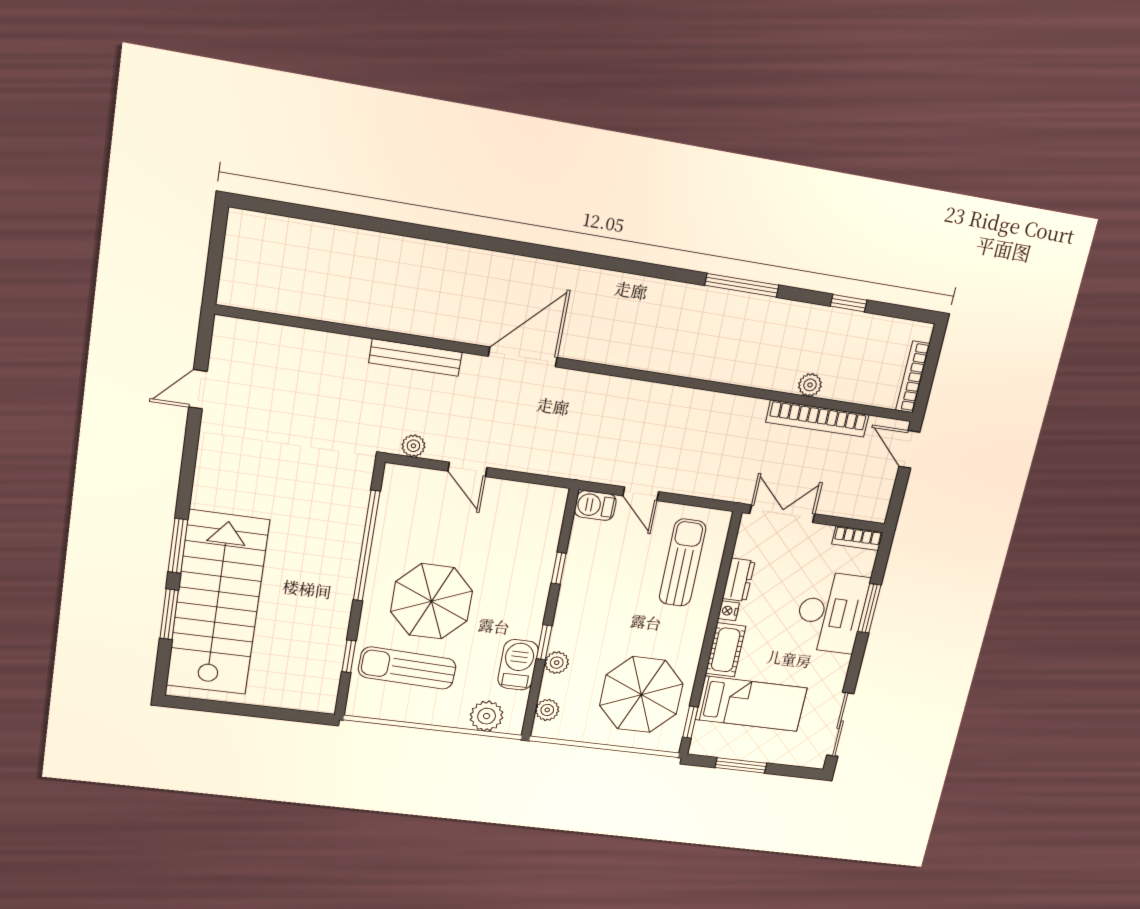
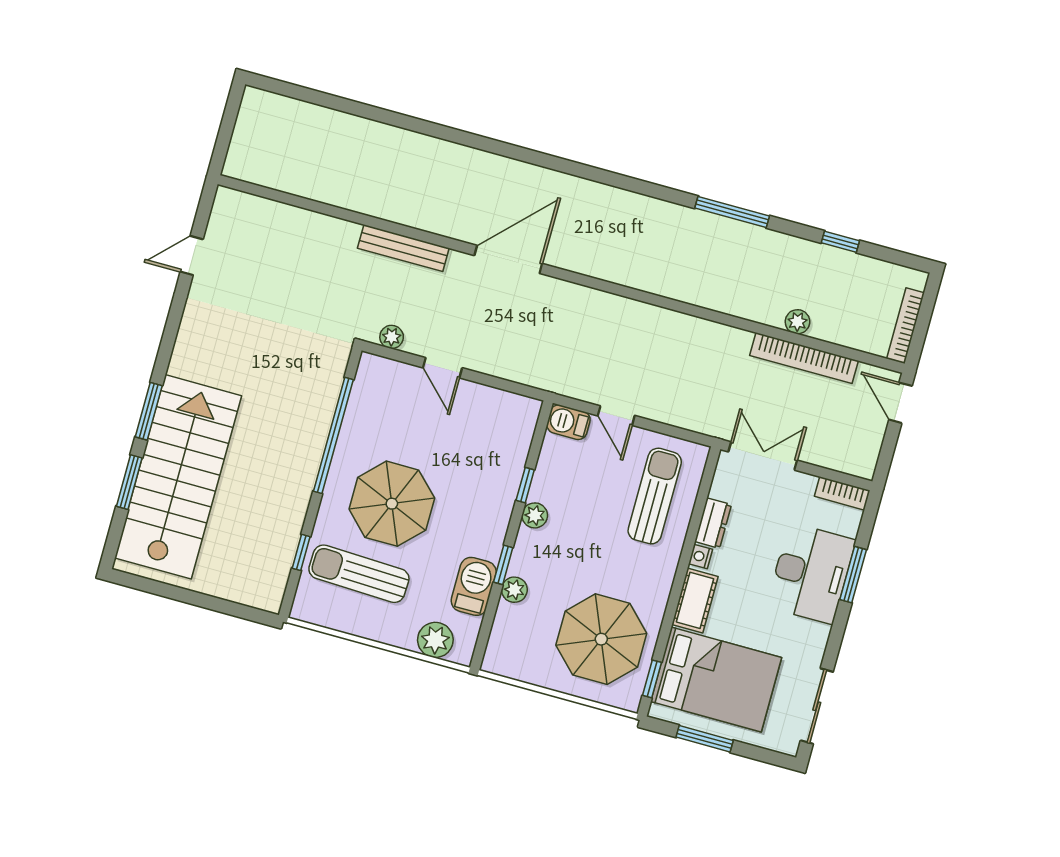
bed: (751, 704) -> (716, 679), width x1.50
plant: (547, 710) -> (535, 515), moved

